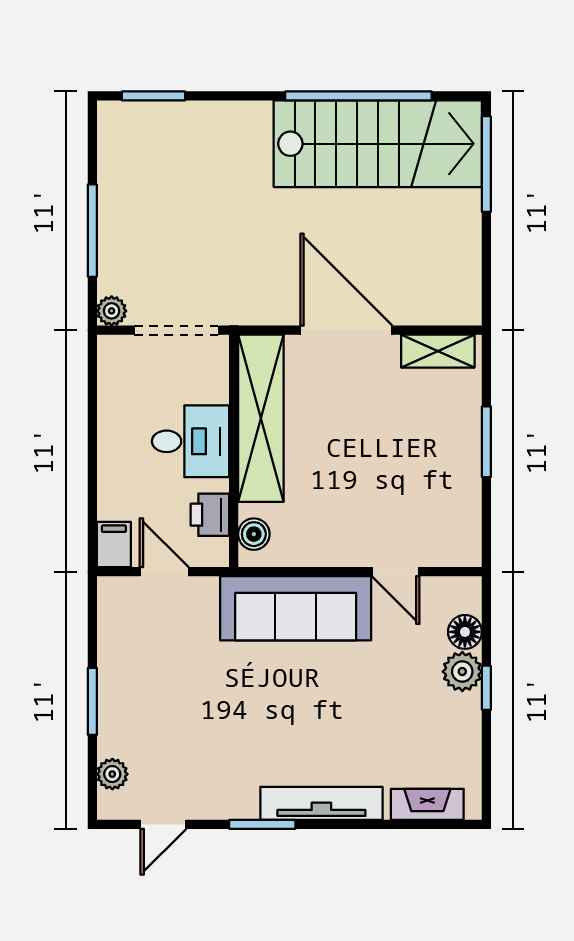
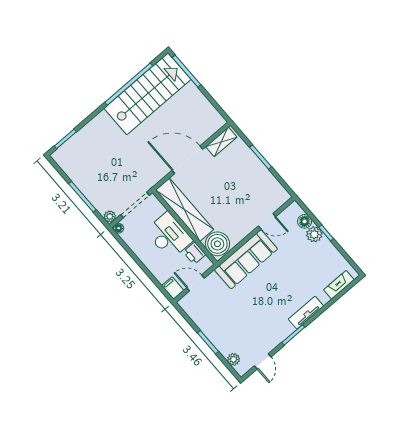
floor lamp: (109, 347) -> (119, 228), added
desk: (191, 441) -> (169, 236), width x1.37
boiler: (254, 534) -> (217, 244), width x1.86, depth x1.86
tv unit: (321, 803) -> (306, 313), width x0.71

